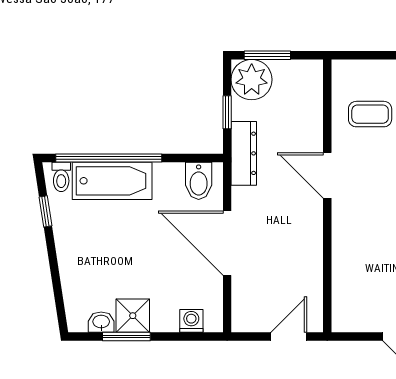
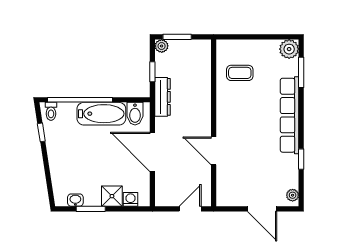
plant: (252, 80) -> (162, 46), width x0.53, depth x0.53
door: (327, 175) -> (214, 151), moved
bathtub: (112, 181) -> (101, 114), moved
shower: (133, 316) -> (112, 196), moved

